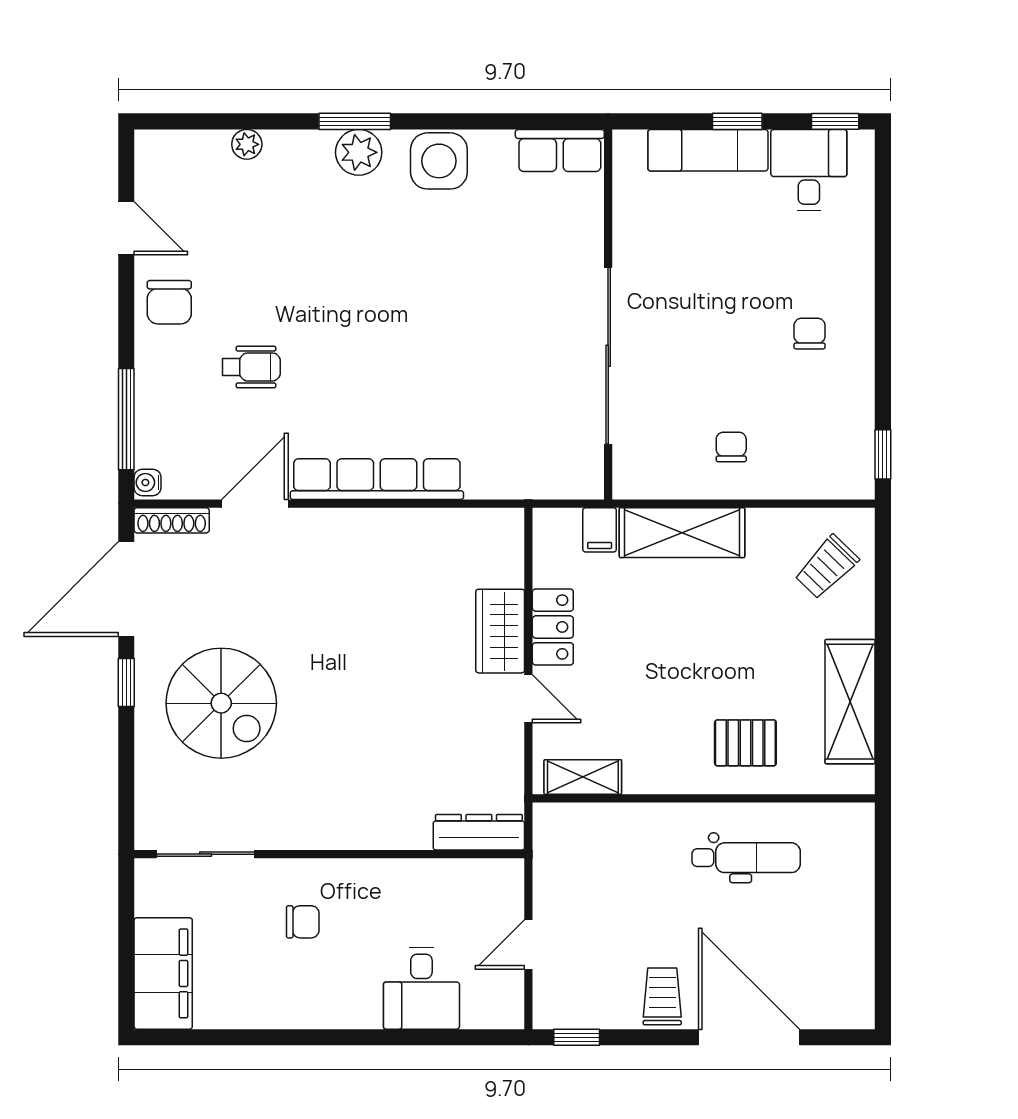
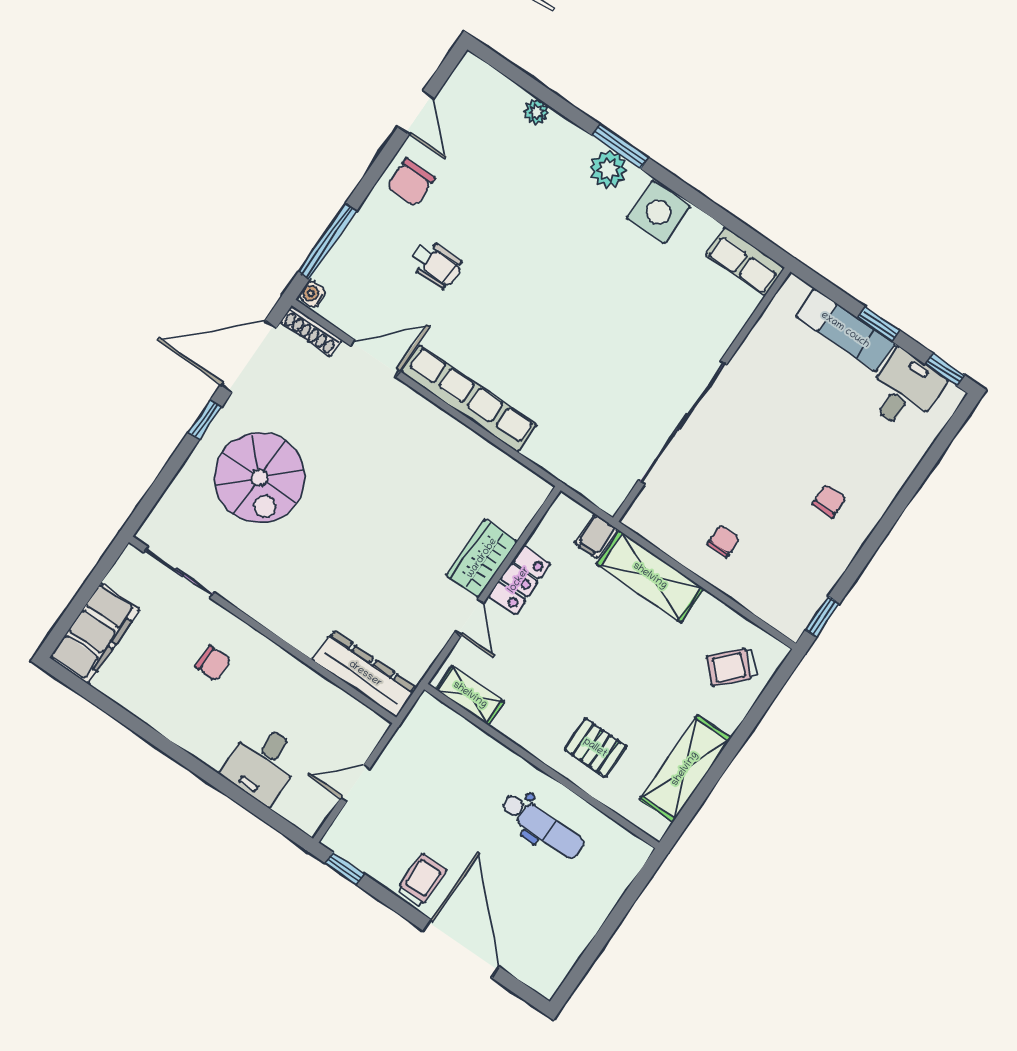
dresser: (479, 832) -> (365, 674), width x1.37, depth x1.24

